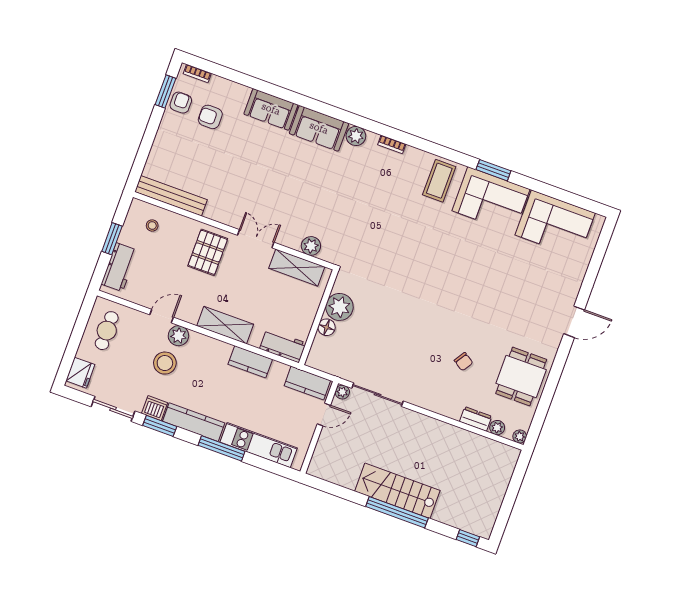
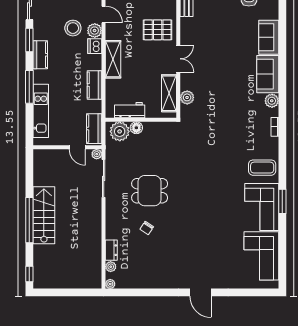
plant: (339, 307) -> (120, 131), moved
workbench: (283, 346) -> (130, 110), moved, turned -90
dining table: (521, 376) -> (150, 191), moved
dishwasher: (155, 408) -> (95, 46), moved, turned 180
kitchen counter: (194, 422) -> (40, 55), width x0.67

